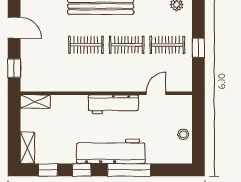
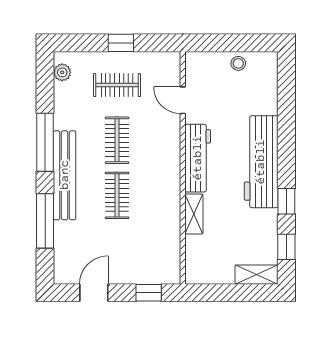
clothes rail: (167, 45) -> (117, 85), turned 90
shelving: (35, 102) -> (194, 214), moved
window: (129, 170) -> (286, 137), removed

